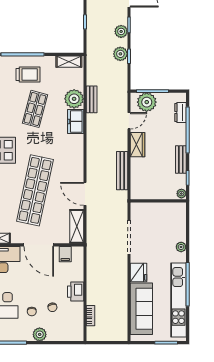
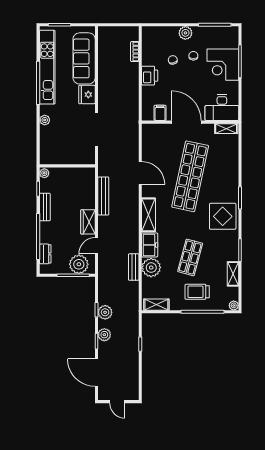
shelving: (77, 226) -> (149, 215), moved

